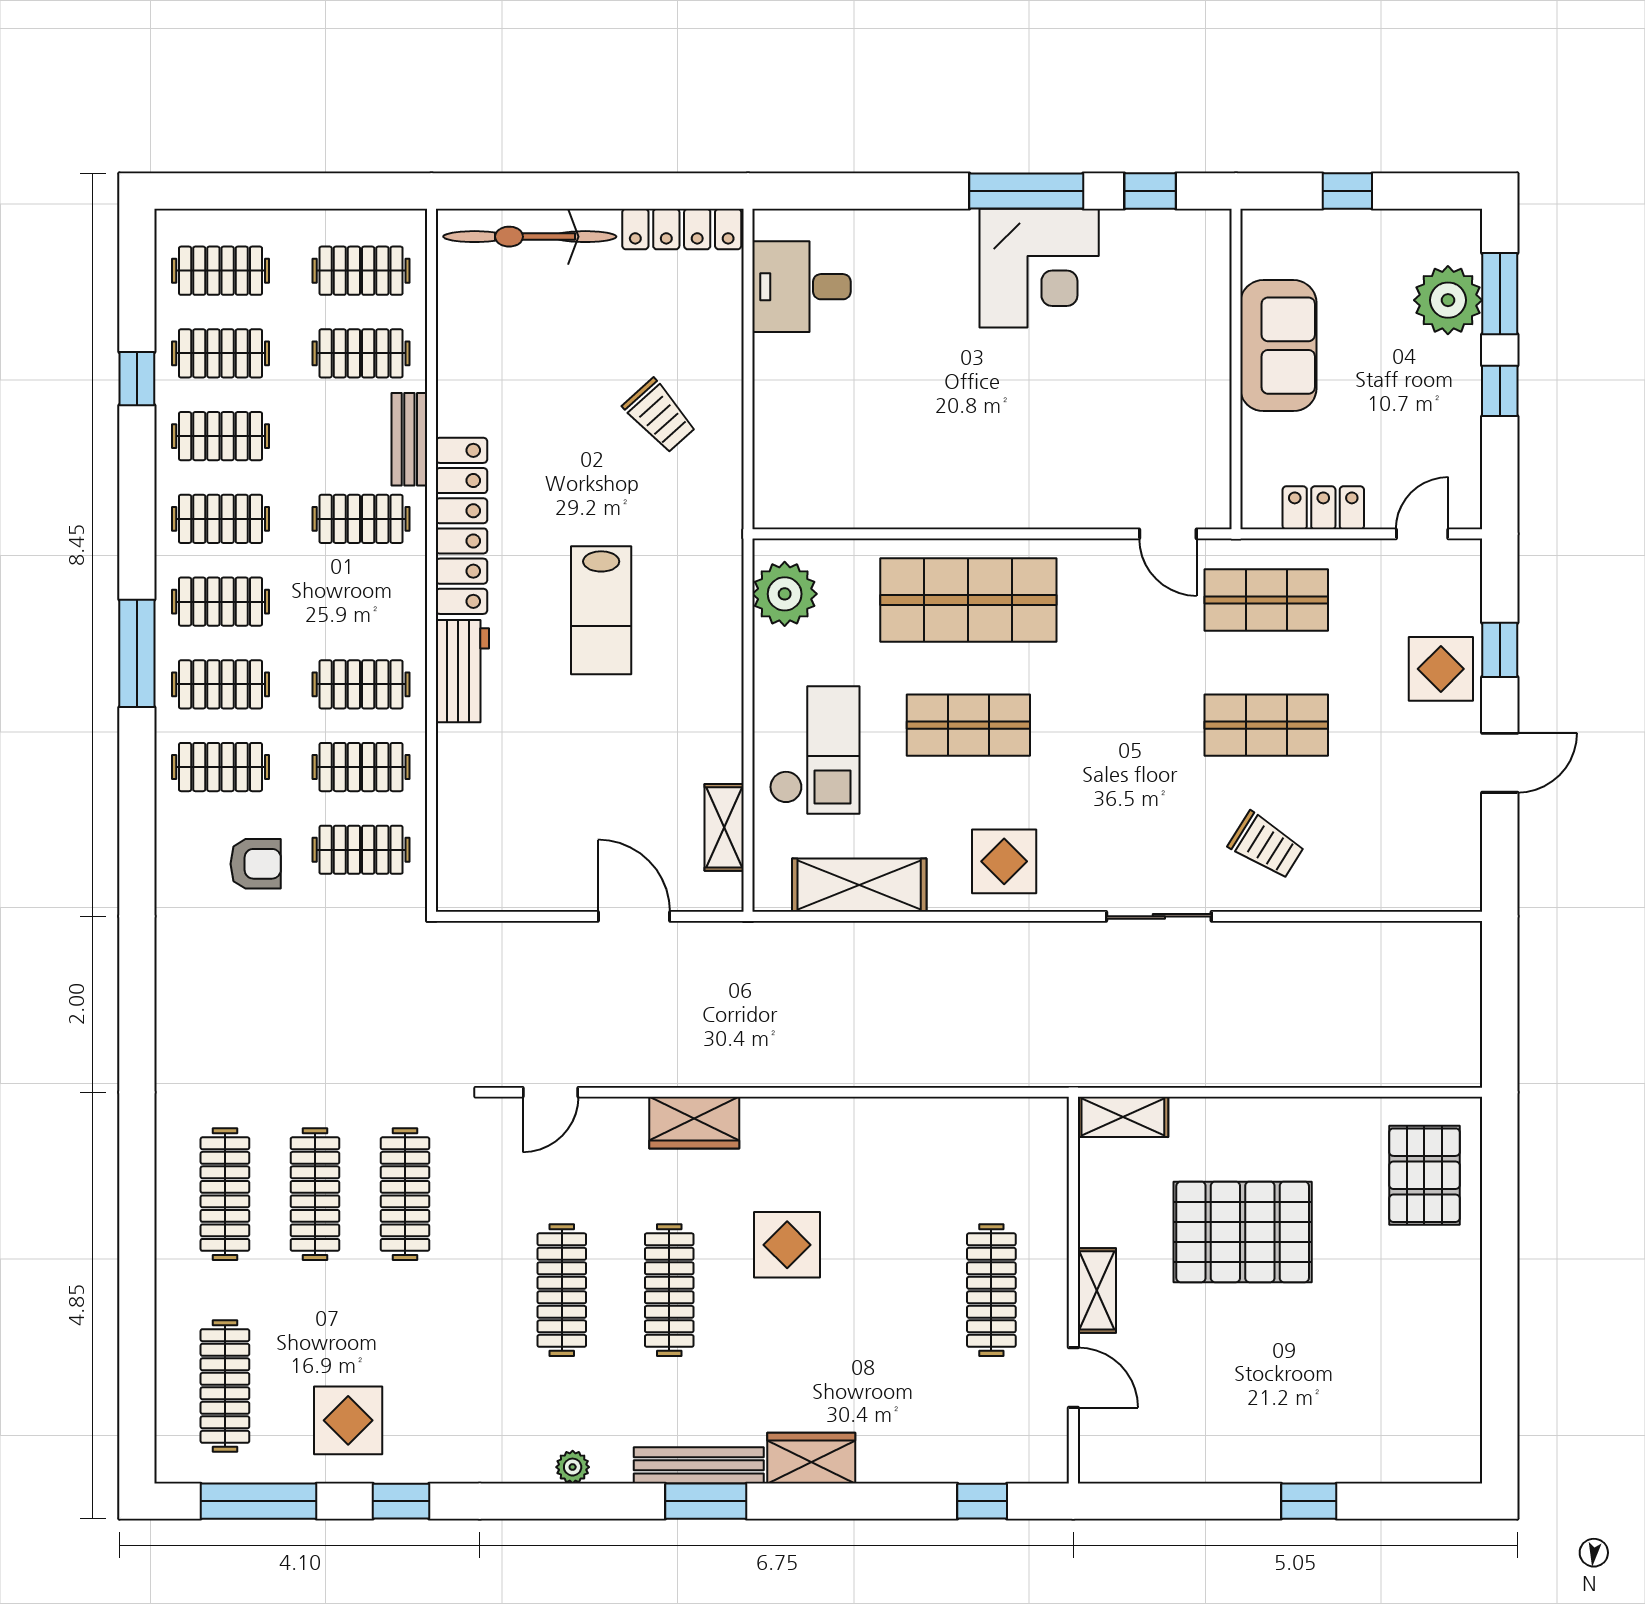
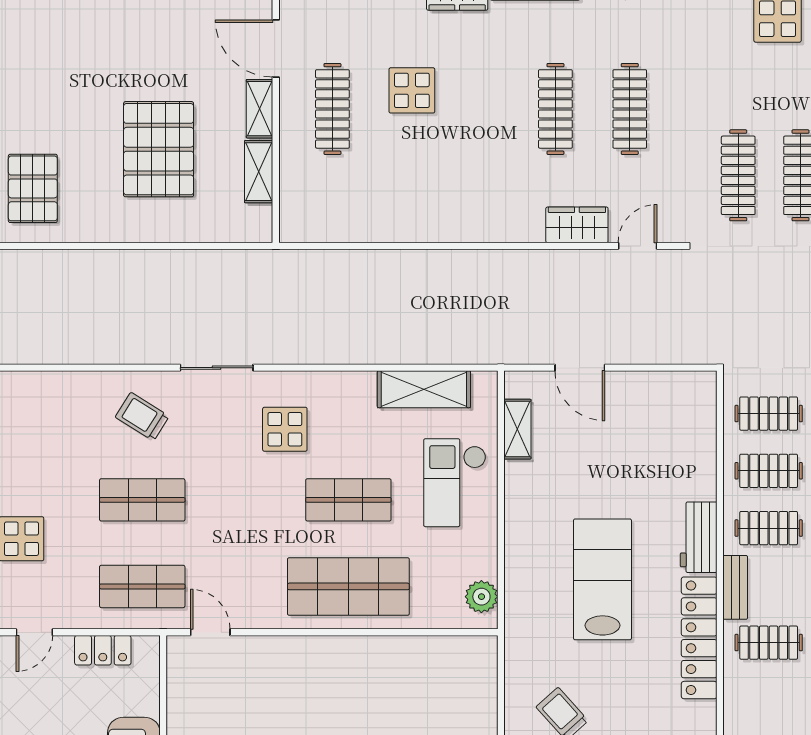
bench: (409, 439) -> (735, 587), moved
plant: (785, 594) -> (481, 597), width x0.73, depth x0.73
lab bench: (601, 610) -> (602, 579), width x1.36, depth x1.39
display table: (1004, 861) -> (285, 429), moved
shelving: (1123, 1117) -> (259, 172), moved, turned 90
wardrobe: (694, 1123) -> (577, 225), moved
pallet: (1243, 1232) -> (159, 149), turned 90
display table: (787, 1245) -> (412, 90), moved
door: (1073, 1377) -> (276, 48), width x1.38

